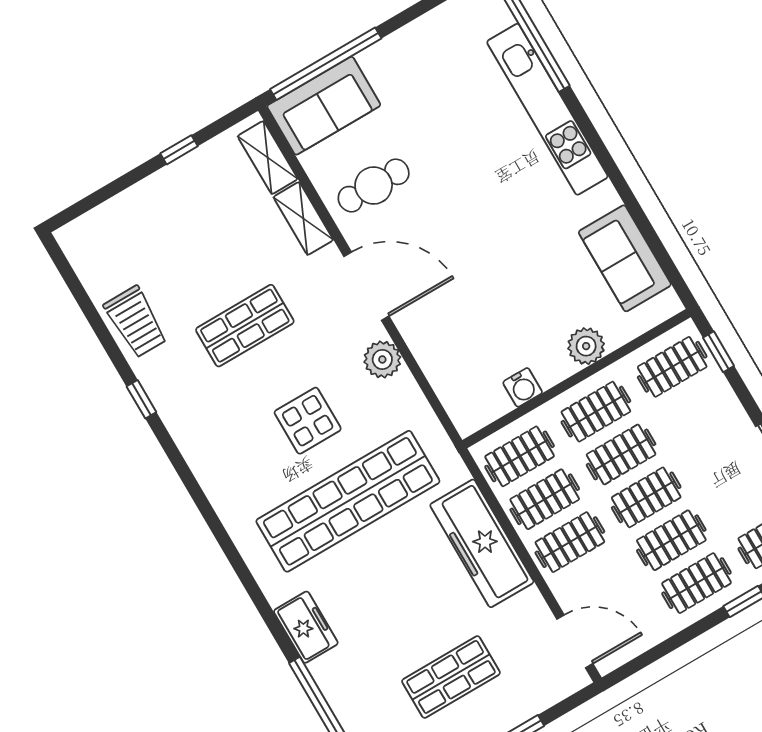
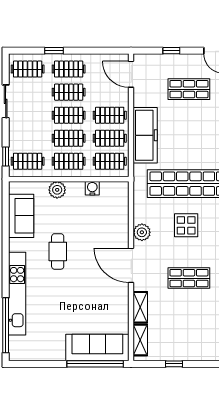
sofa: (324, 106) -> (97, 348), width x1.36
cafe table: (374, 185) -> (58, 251), moved, turned 90

